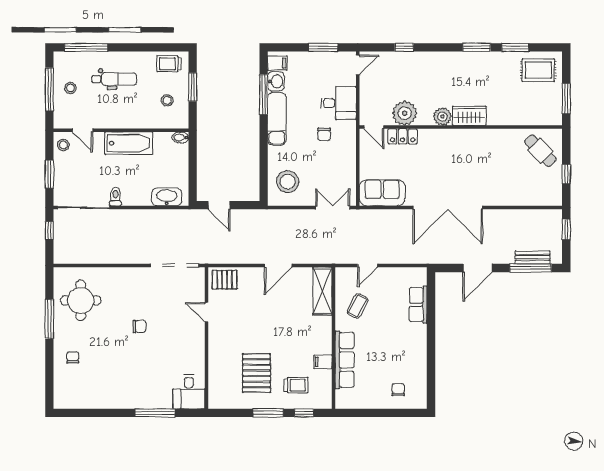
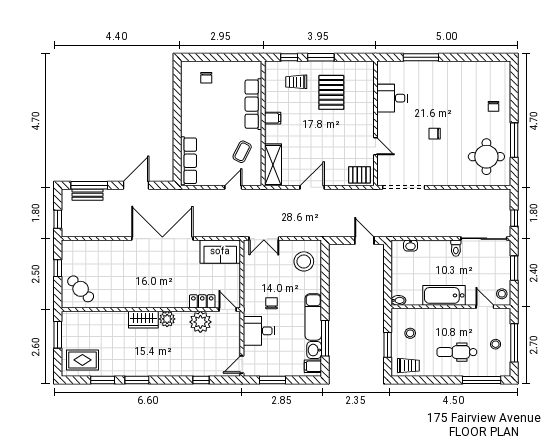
washbasin: (167, 197) -> (411, 246), width x0.52, depth x0.69
row of seats: (418, 305) -> (189, 161), width x1.48
filing cabinet: (323, 362) -> (273, 118), moved
desk: (189, 392) -> (392, 98), moved, turned -90

